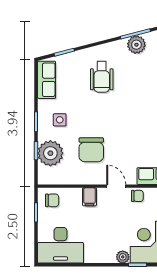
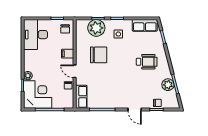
wheelchair: (102, 77) -> (147, 62), turned 180
chair: (91, 150) -> (99, 55), turned 180
door: (116, 186) -> (75, 71), swing flipped

